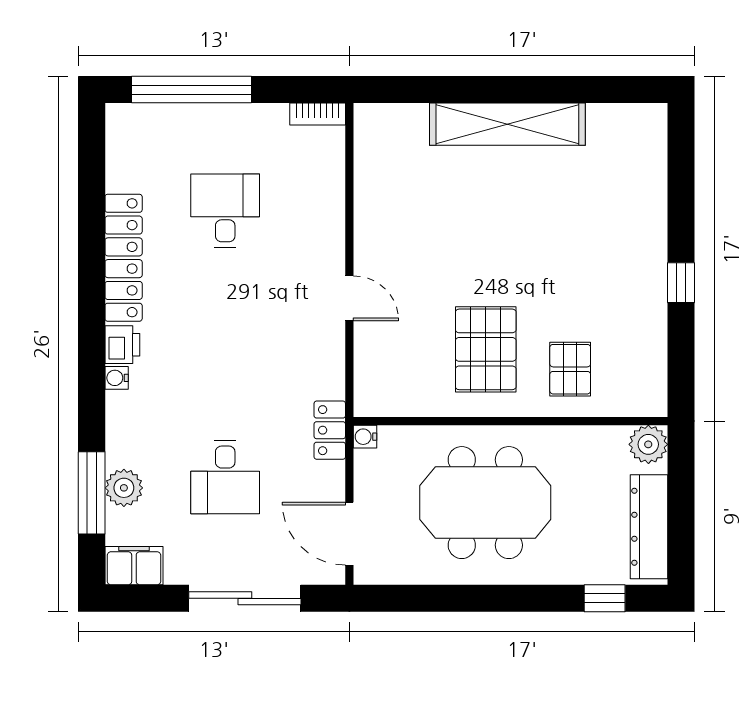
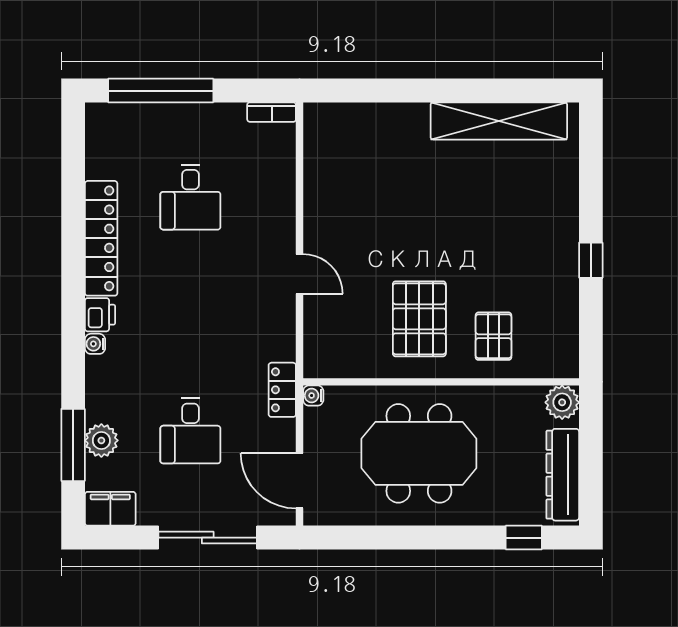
shelving: (507, 124) -> (499, 121), moved
desk: (225, 211) -> (190, 197), turned 180

